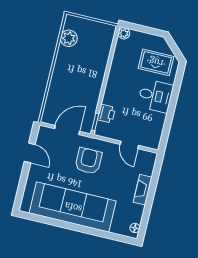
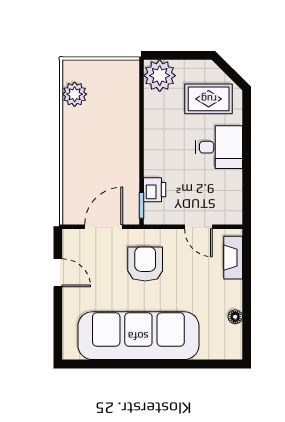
plant: (124, 33) -> (160, 76), width x1.88, depth x1.88
fireplace: (143, 190) -> (233, 258), moved
floor lamp: (135, 228) -> (235, 317), moved

